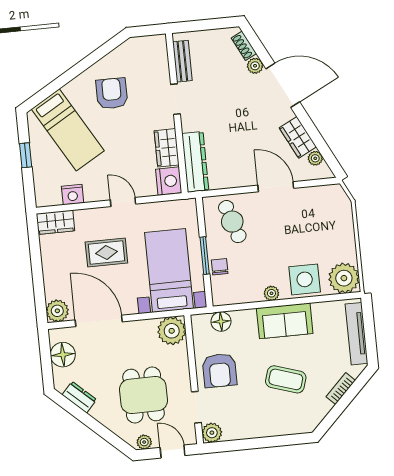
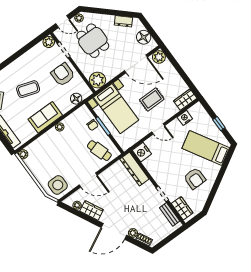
wardrobe: (167, 148) -> (182, 208), moved
plant: (344, 278) -> (23, 154), width x0.53, depth x0.53
side table: (305, 279) -> (58, 185), moved

